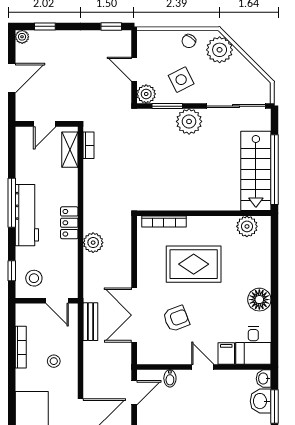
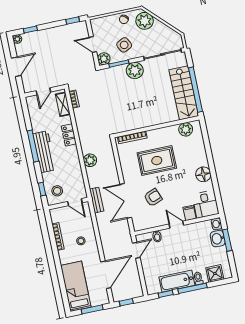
locker: (69, 223) -> (69, 135), moved
bench: (90, 322) -> (97, 200), moved

